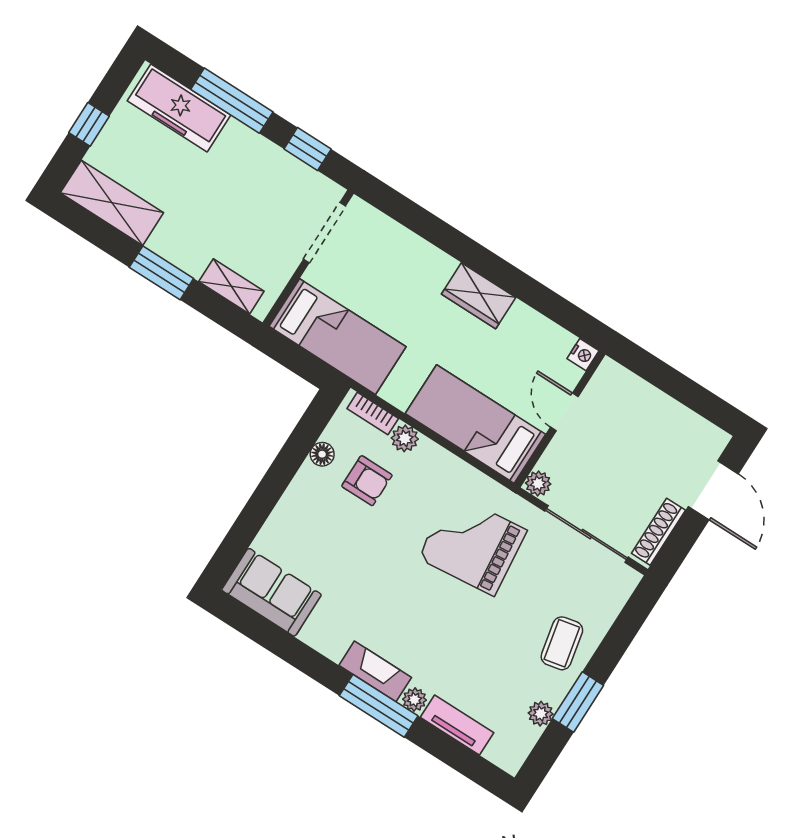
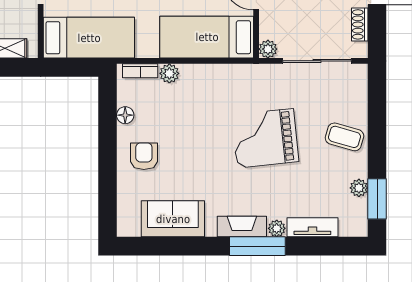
armchair: (367, 481) -> (144, 156), moved, turned -90
shoe rack: (658, 532) -> (360, 24), width x0.70
grand piano: (472, 544) -> (265, 138), moved
sofa: (272, 592) -> (173, 219), moved
coffee table: (562, 643) -> (344, 137), turned -62
window: (578, 702) -> (377, 199), moved

